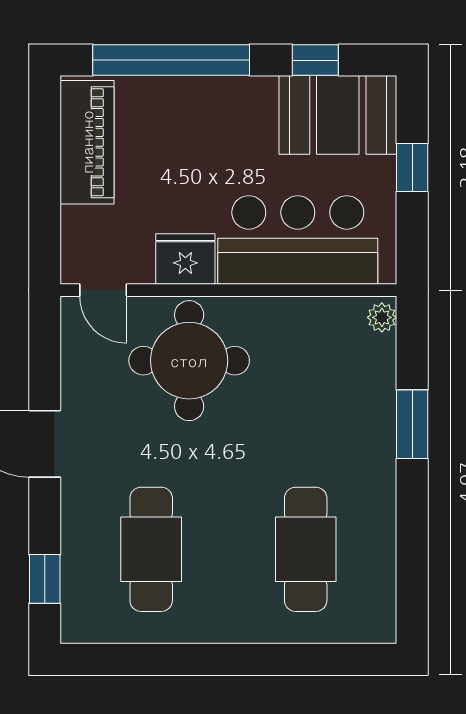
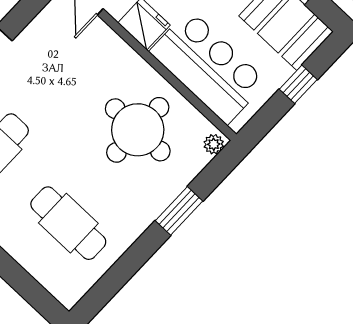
round table: (189, 361) -> (138, 130), moved
cafe table: (306, 549) -> (68, 223), turned 90

